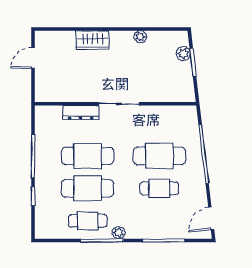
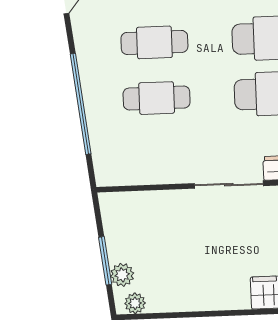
plant: (140, 37) -> (135, 303), moved
cafe table: (159, 156) -> (157, 98), width x0.73, depth x0.74

